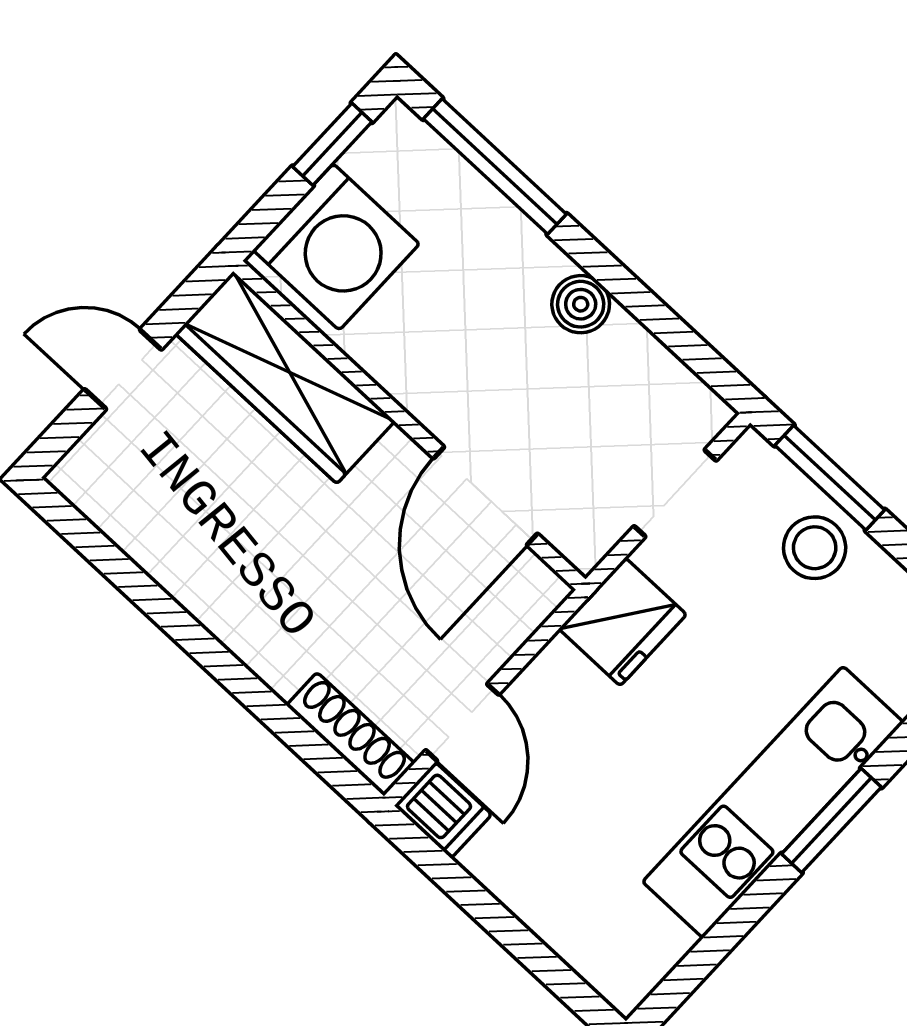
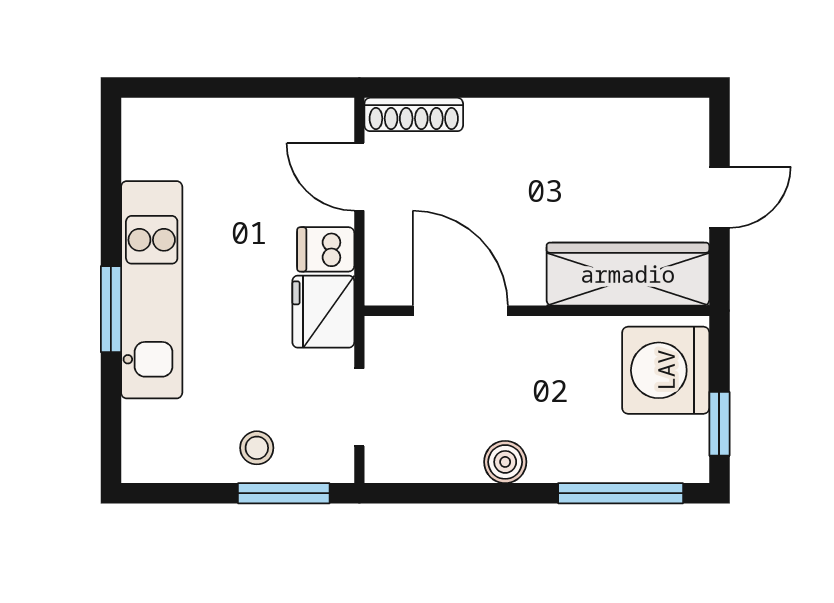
stool: (815, 548) -> (257, 448), width x0.73, depth x0.73
dishwasher: (443, 810) -> (326, 249), moved

